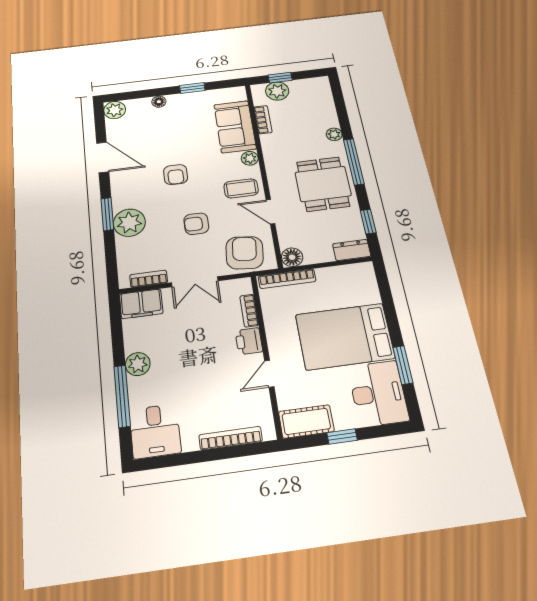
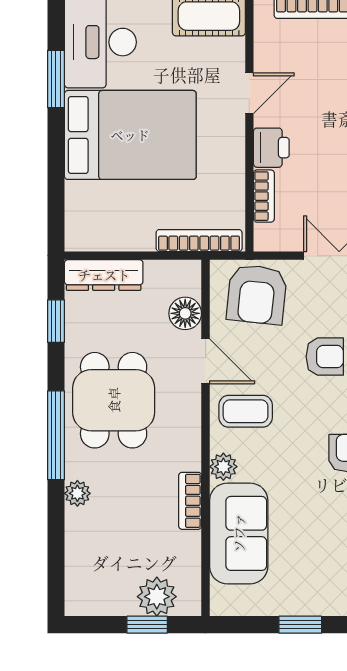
bookcase: (263, 120) -> (190, 501), moved
dresser: (352, 250) -> (104, 275), width x1.44
floor lamp: (292, 257) -> (185, 313), moved

